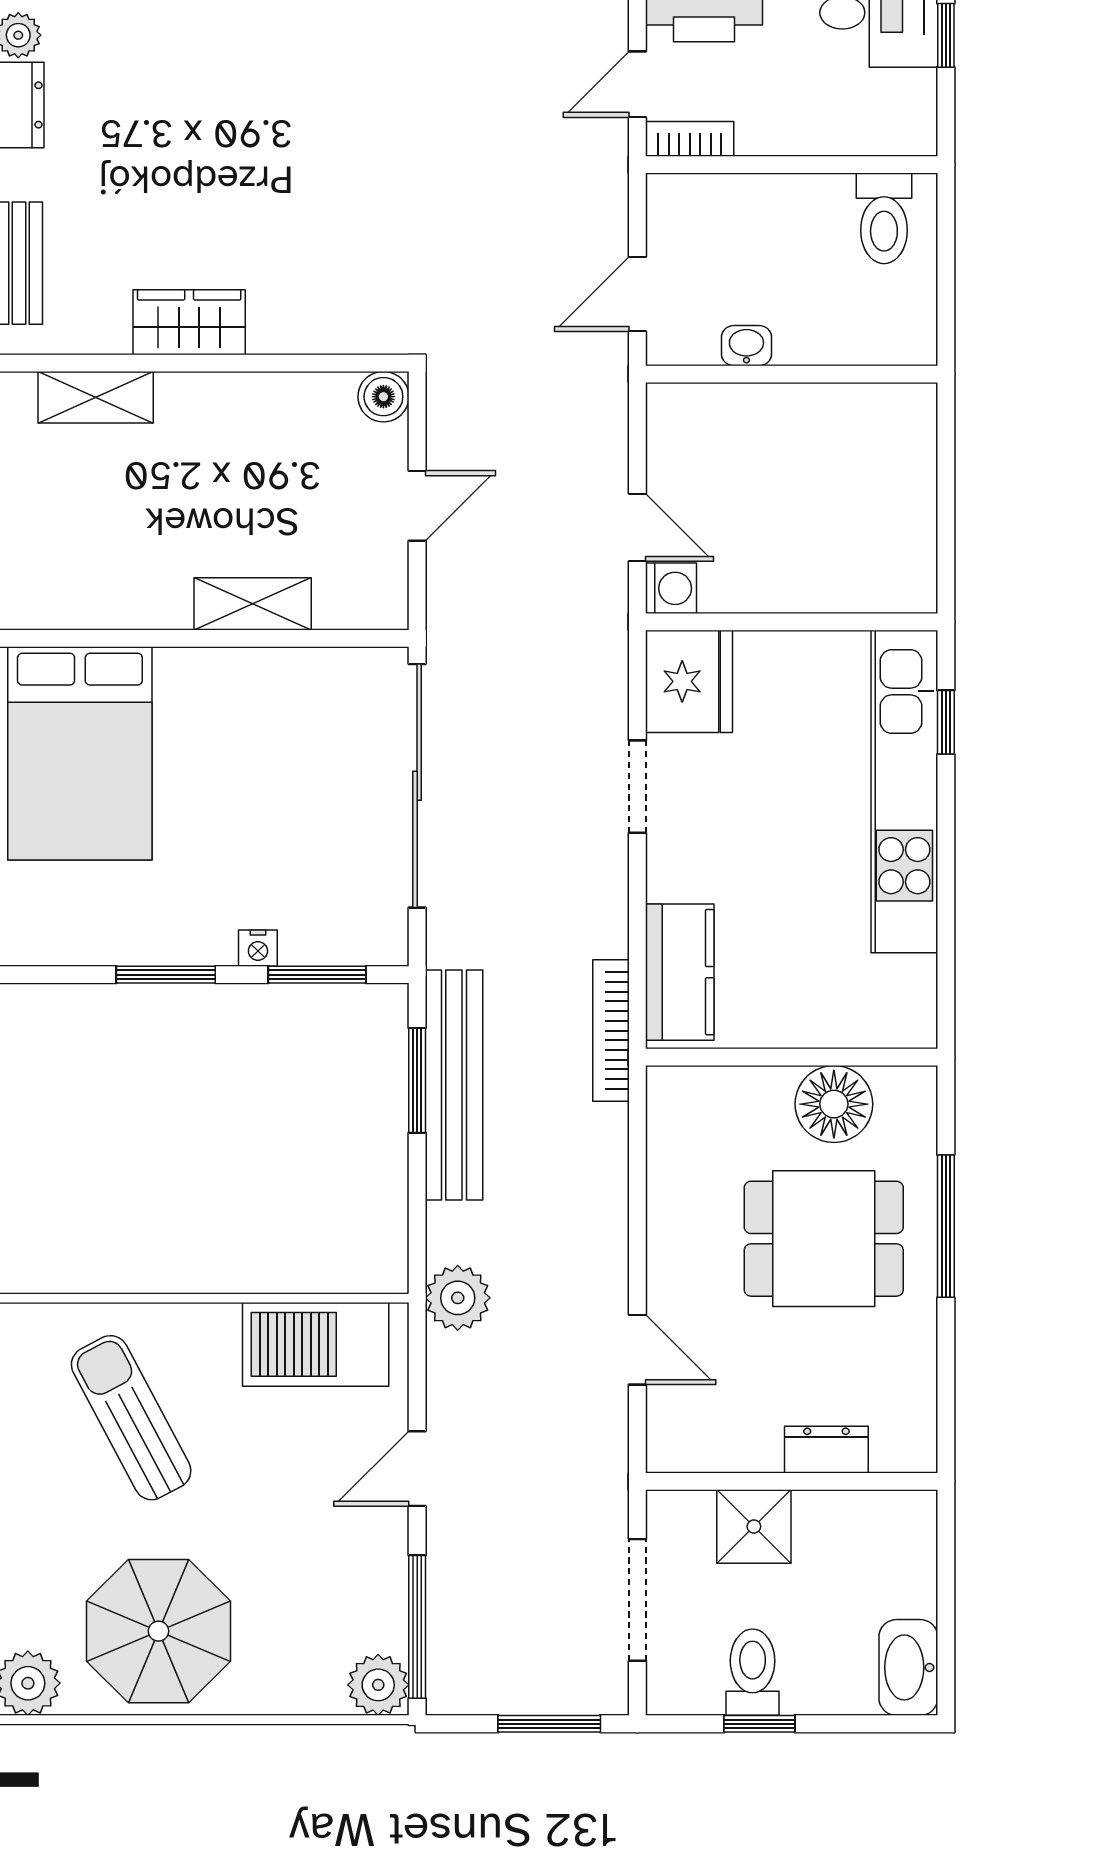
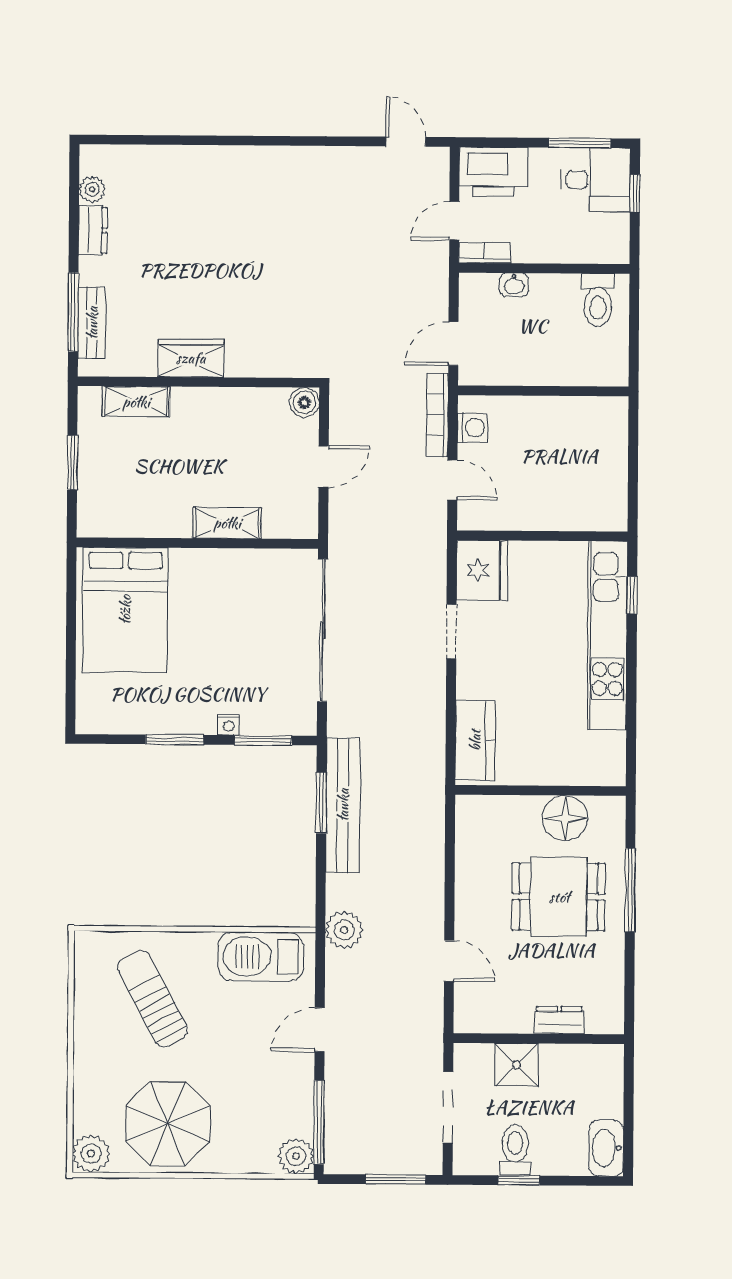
washbasin: (746, 346) -> (514, 285), moved, turned 180
washing machine: (671, 588) -> (472, 428), moved
bookcase: (611, 1031) -> (437, 415), moved

